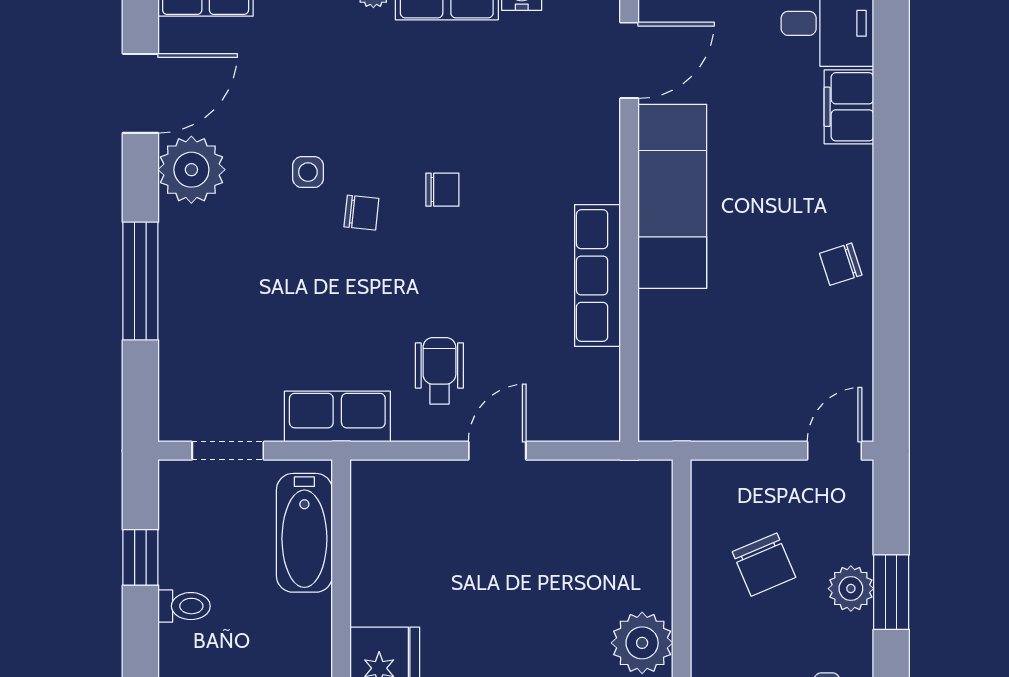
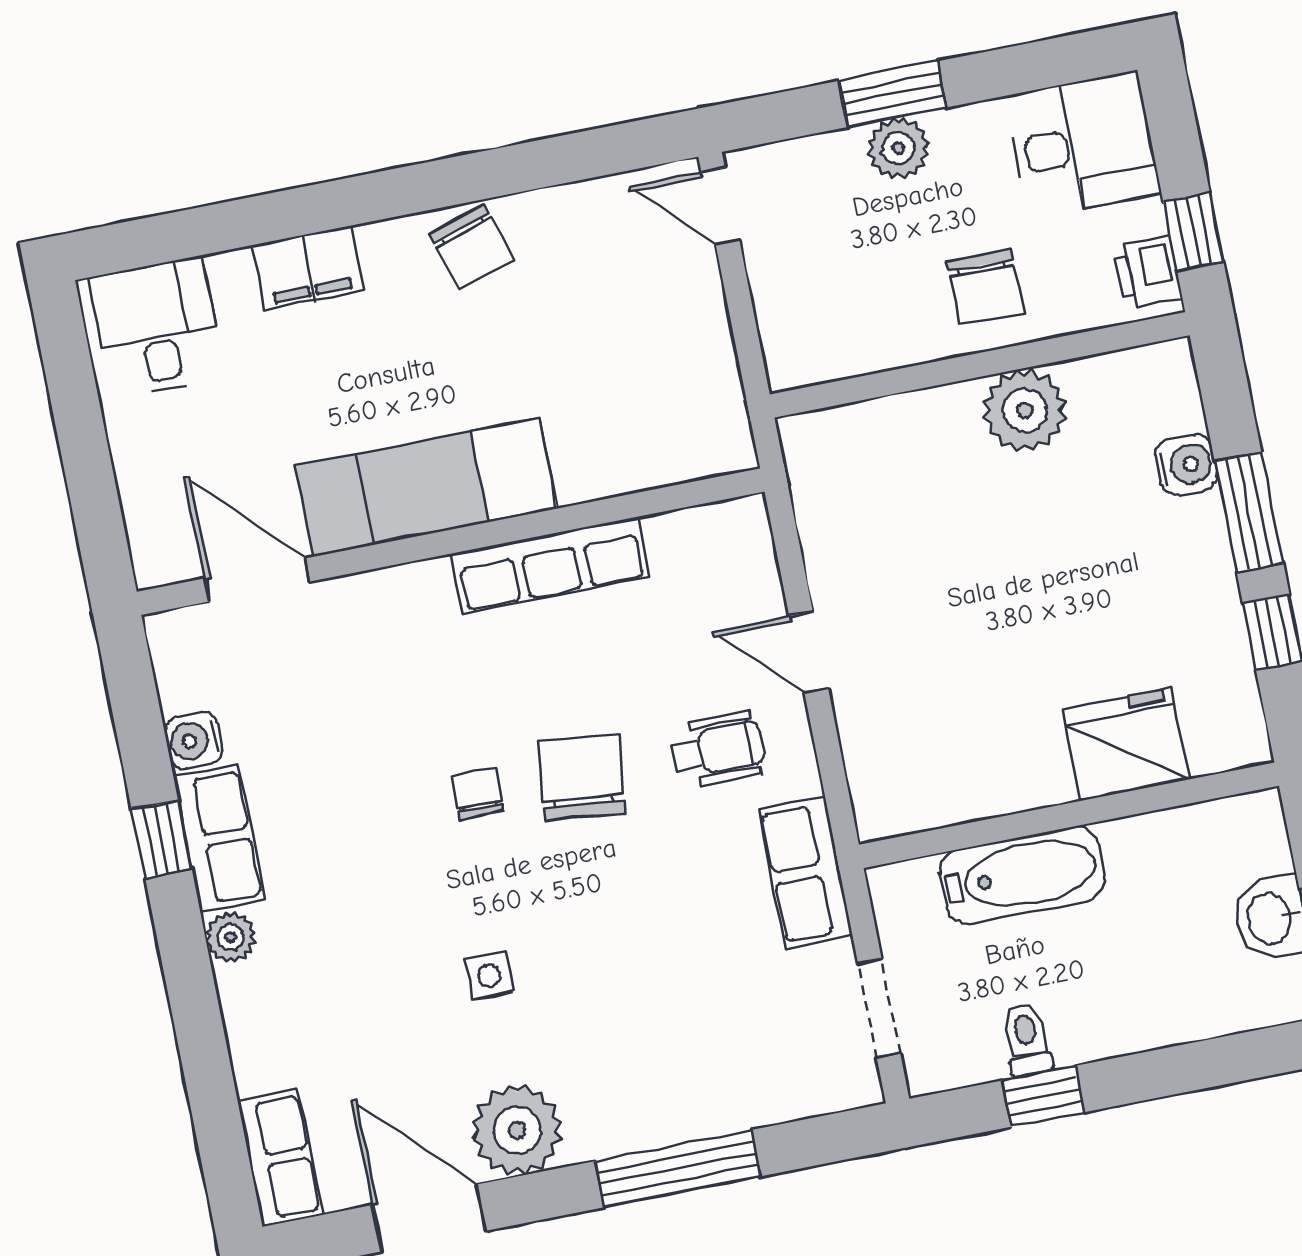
filing cabinet: (849, 107) -> (308, 268), moved
chair: (361, 213) -> (582, 777), moved, width x1.87, depth x1.87
chair: (841, 264) -> (472, 247), width x1.37, depth x1.37
wheelchair: (439, 371) -> (718, 750), turned 180
bathtub: (304, 533) -> (1022, 875), moved
chair: (764, 565) -> (985, 287), moved, turned 113
toilet: (184, 606) -> (1027, 1040), moved

